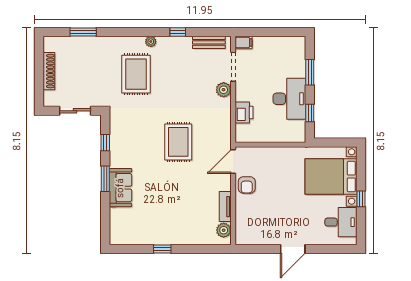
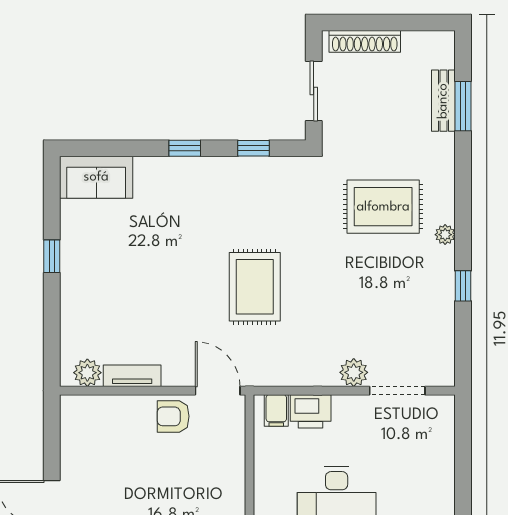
bench: (209, 42) -> (443, 101), moved
filing cabinet: (244, 42) -> (276, 410), moved
shoe rack: (49, 71) -> (365, 41), moved
rug: (178, 142) -> (255, 287), turned 90
window: (105, 179) -> (185, 148), width x0.67
sofa: (121, 188) -> (96, 177), moved

